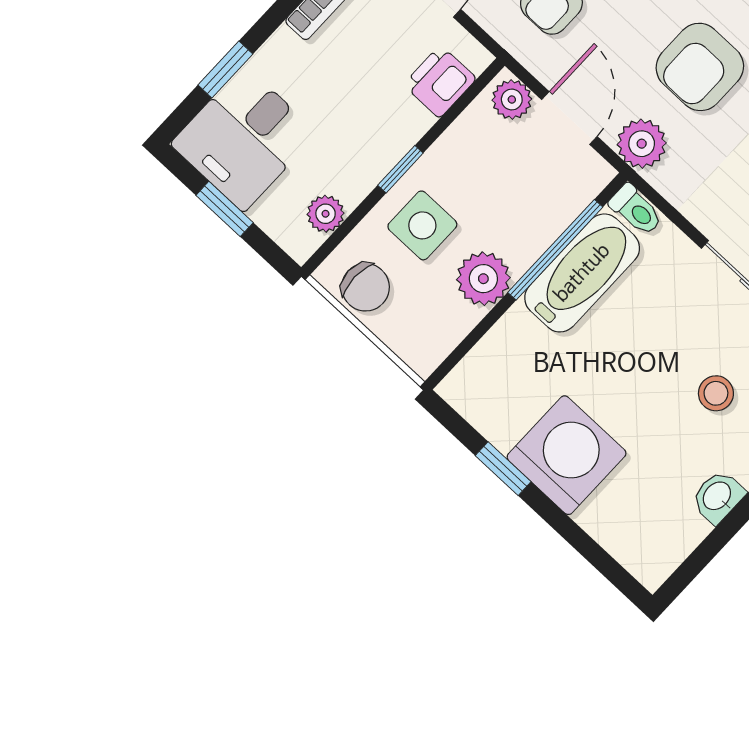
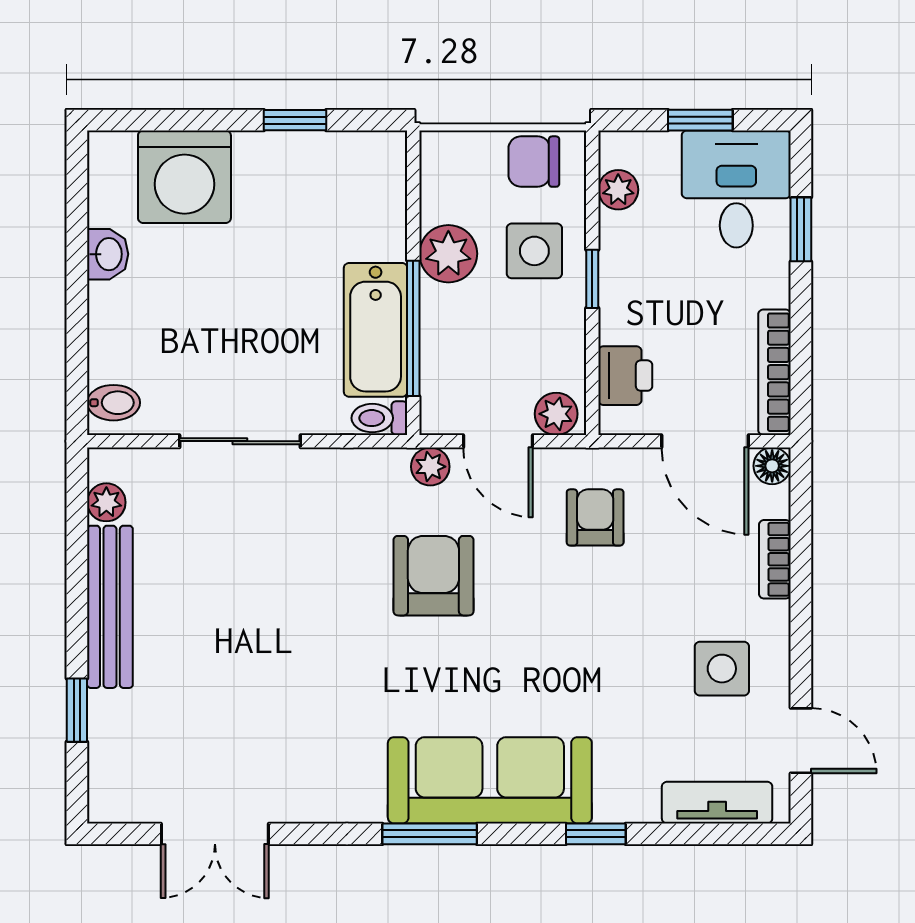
plant: (642, 144) -> (430, 467), width x0.73, depth x0.73
stool: (716, 393) -> (184, 333), removed
washing machine: (567, 455) -> (184, 177), moved

